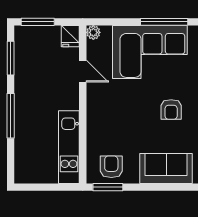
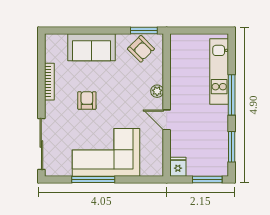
plant: (93, 32) -> (157, 91), moved
door: (83, 71) -> (167, 120), moved
kitchen unit: (69, 147) -> (219, 72), moved, turned 180
armchair: (111, 167) -> (141, 49), turned -45

